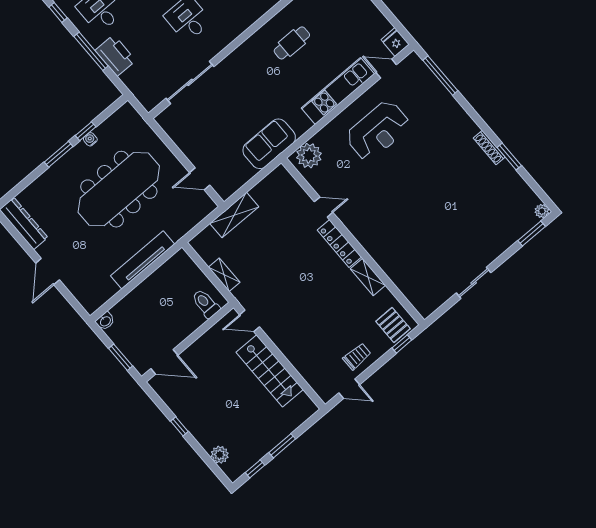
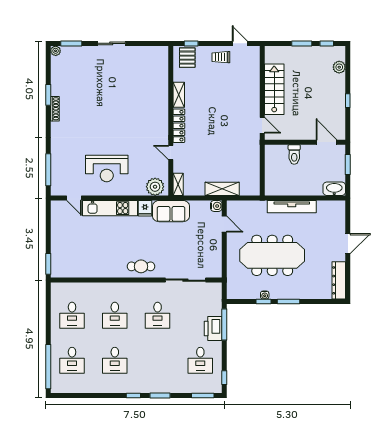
fridge: (395, 42) -> (145, 208), moved
cafe table: (292, 43) -> (141, 266), moved
window: (91, 51) -> (224, 325), moved
reception desk: (378, 131) -> (107, 169), turned 180
water cooler: (225, 191) -> (216, 206), added
shelving: (224, 275) -> (178, 184), moved
sliding door: (474, 283) -> (111, 43), moved
toilet: (206, 304) -> (294, 154), moved
washbasin: (105, 321) -> (334, 189), width x1.91, depth x1.45

